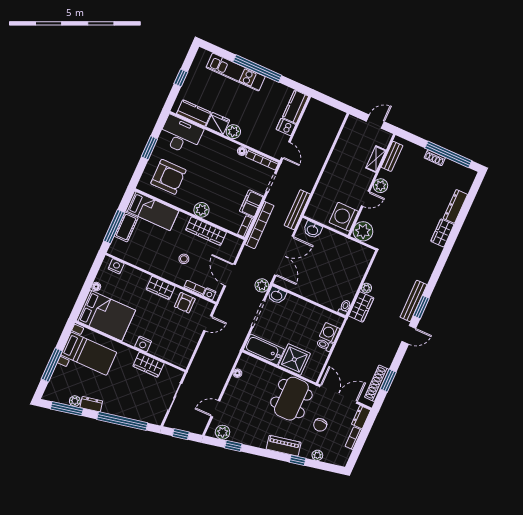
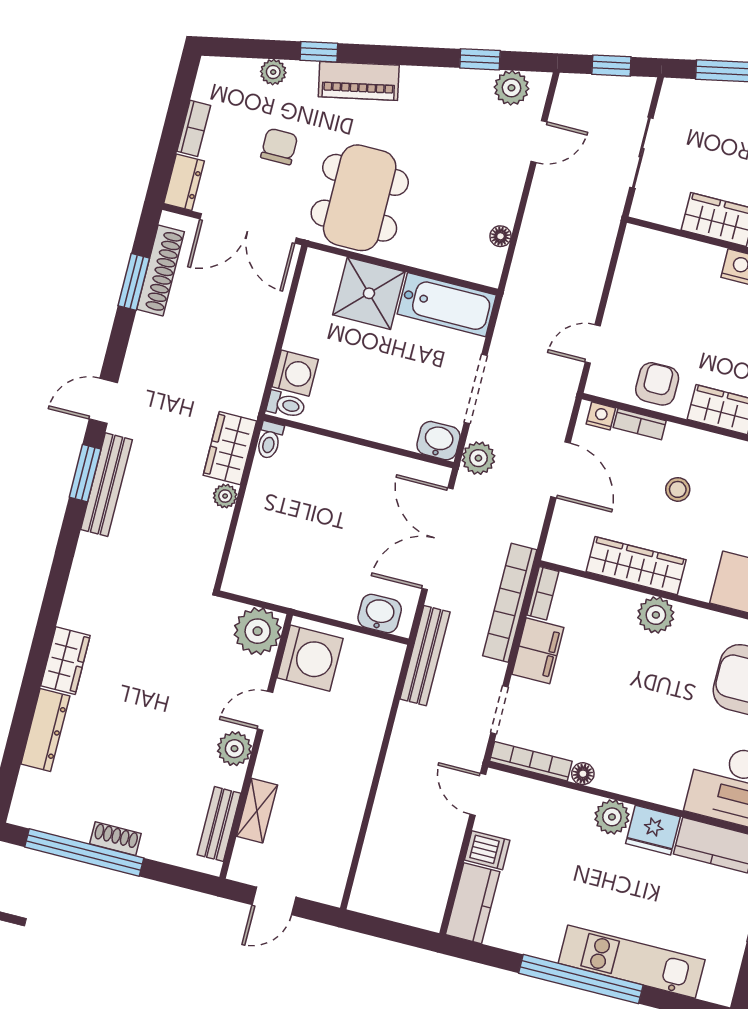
toilet: (325, 345) -> (286, 405), moved

